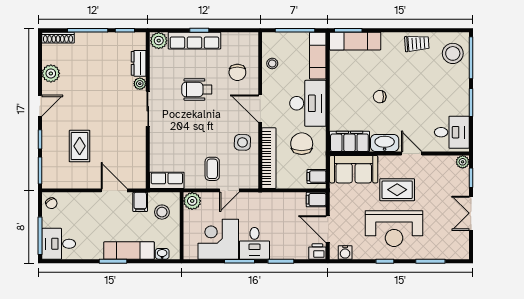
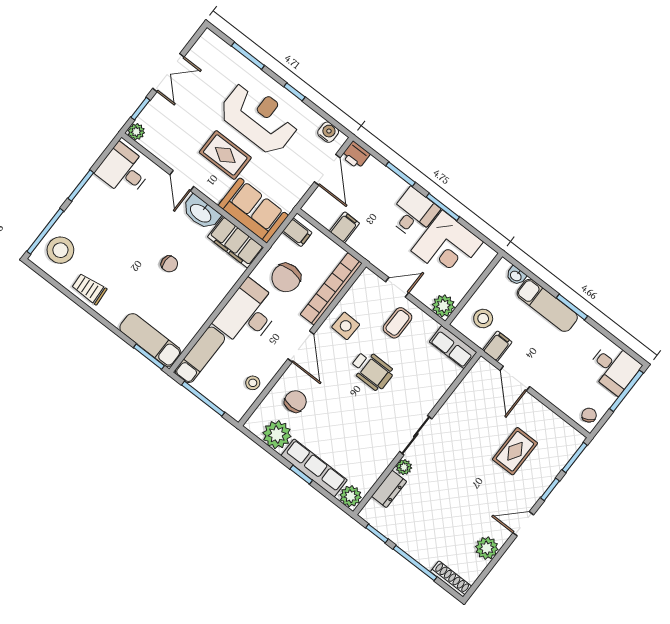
plant: (233, 43) -> (277, 435), added
wheelchair: (197, 90) -> (372, 370), moved
filing cabinet: (316, 200) -> (344, 227), moved, turned -90

